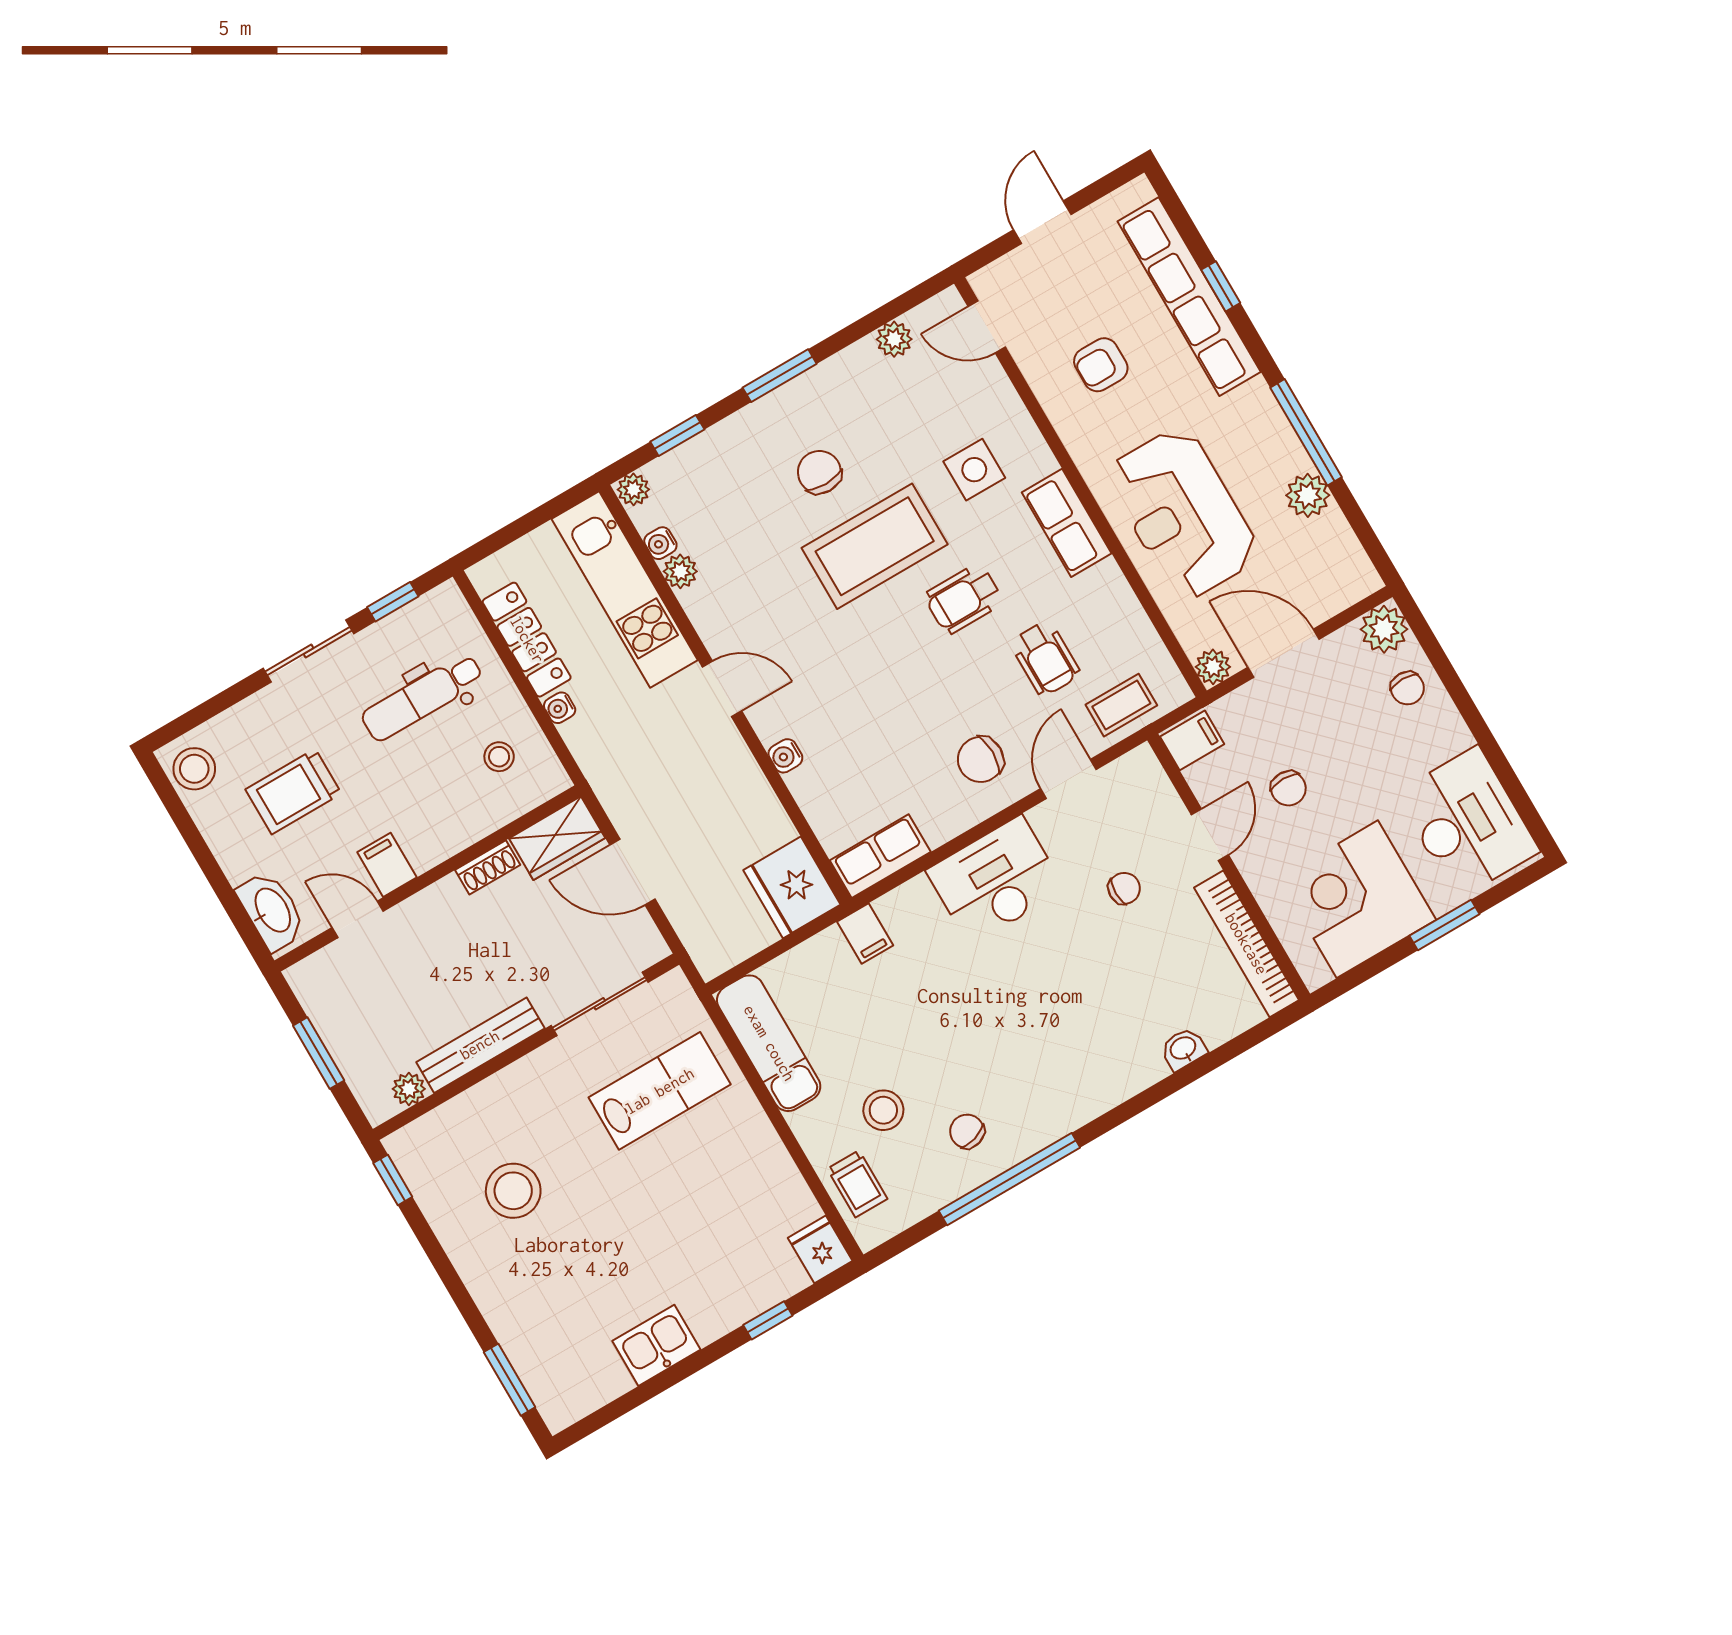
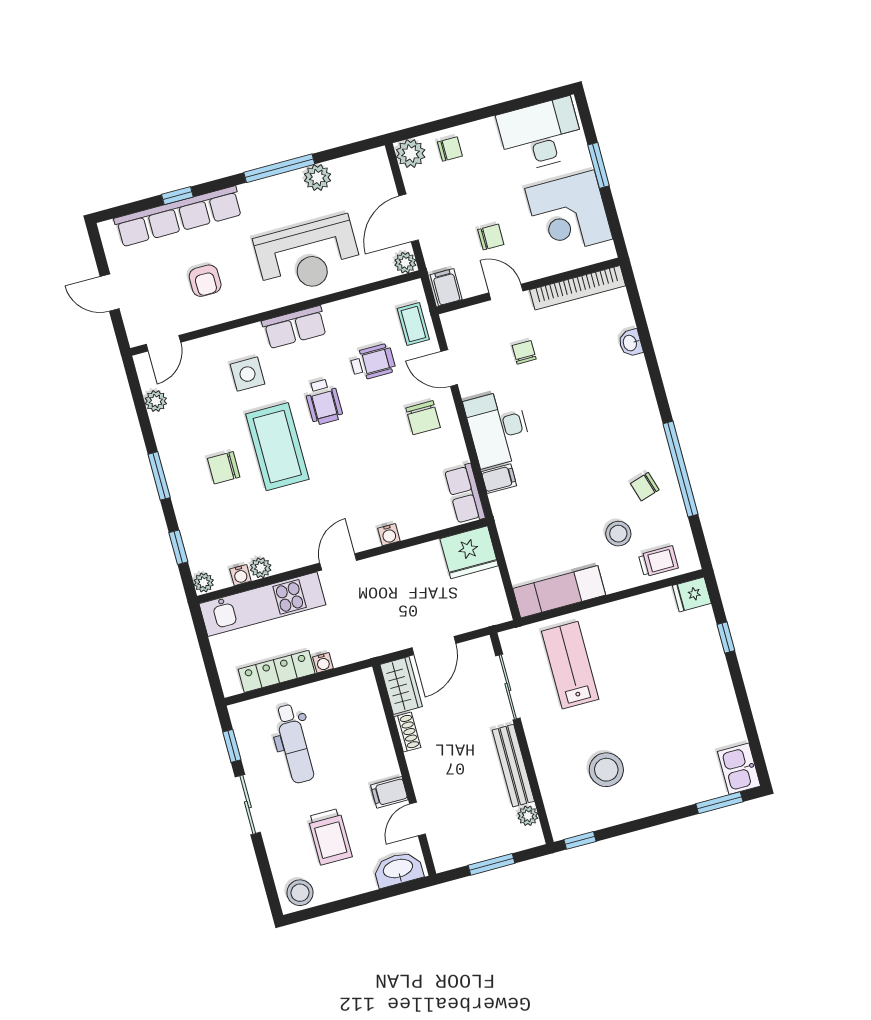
stool: (499, 757) -> (343, 707), removed
filing cabinet: (865, 933) -> (499, 479), moved
kitchen sink: (656, 1345) -> (739, 769), moved

